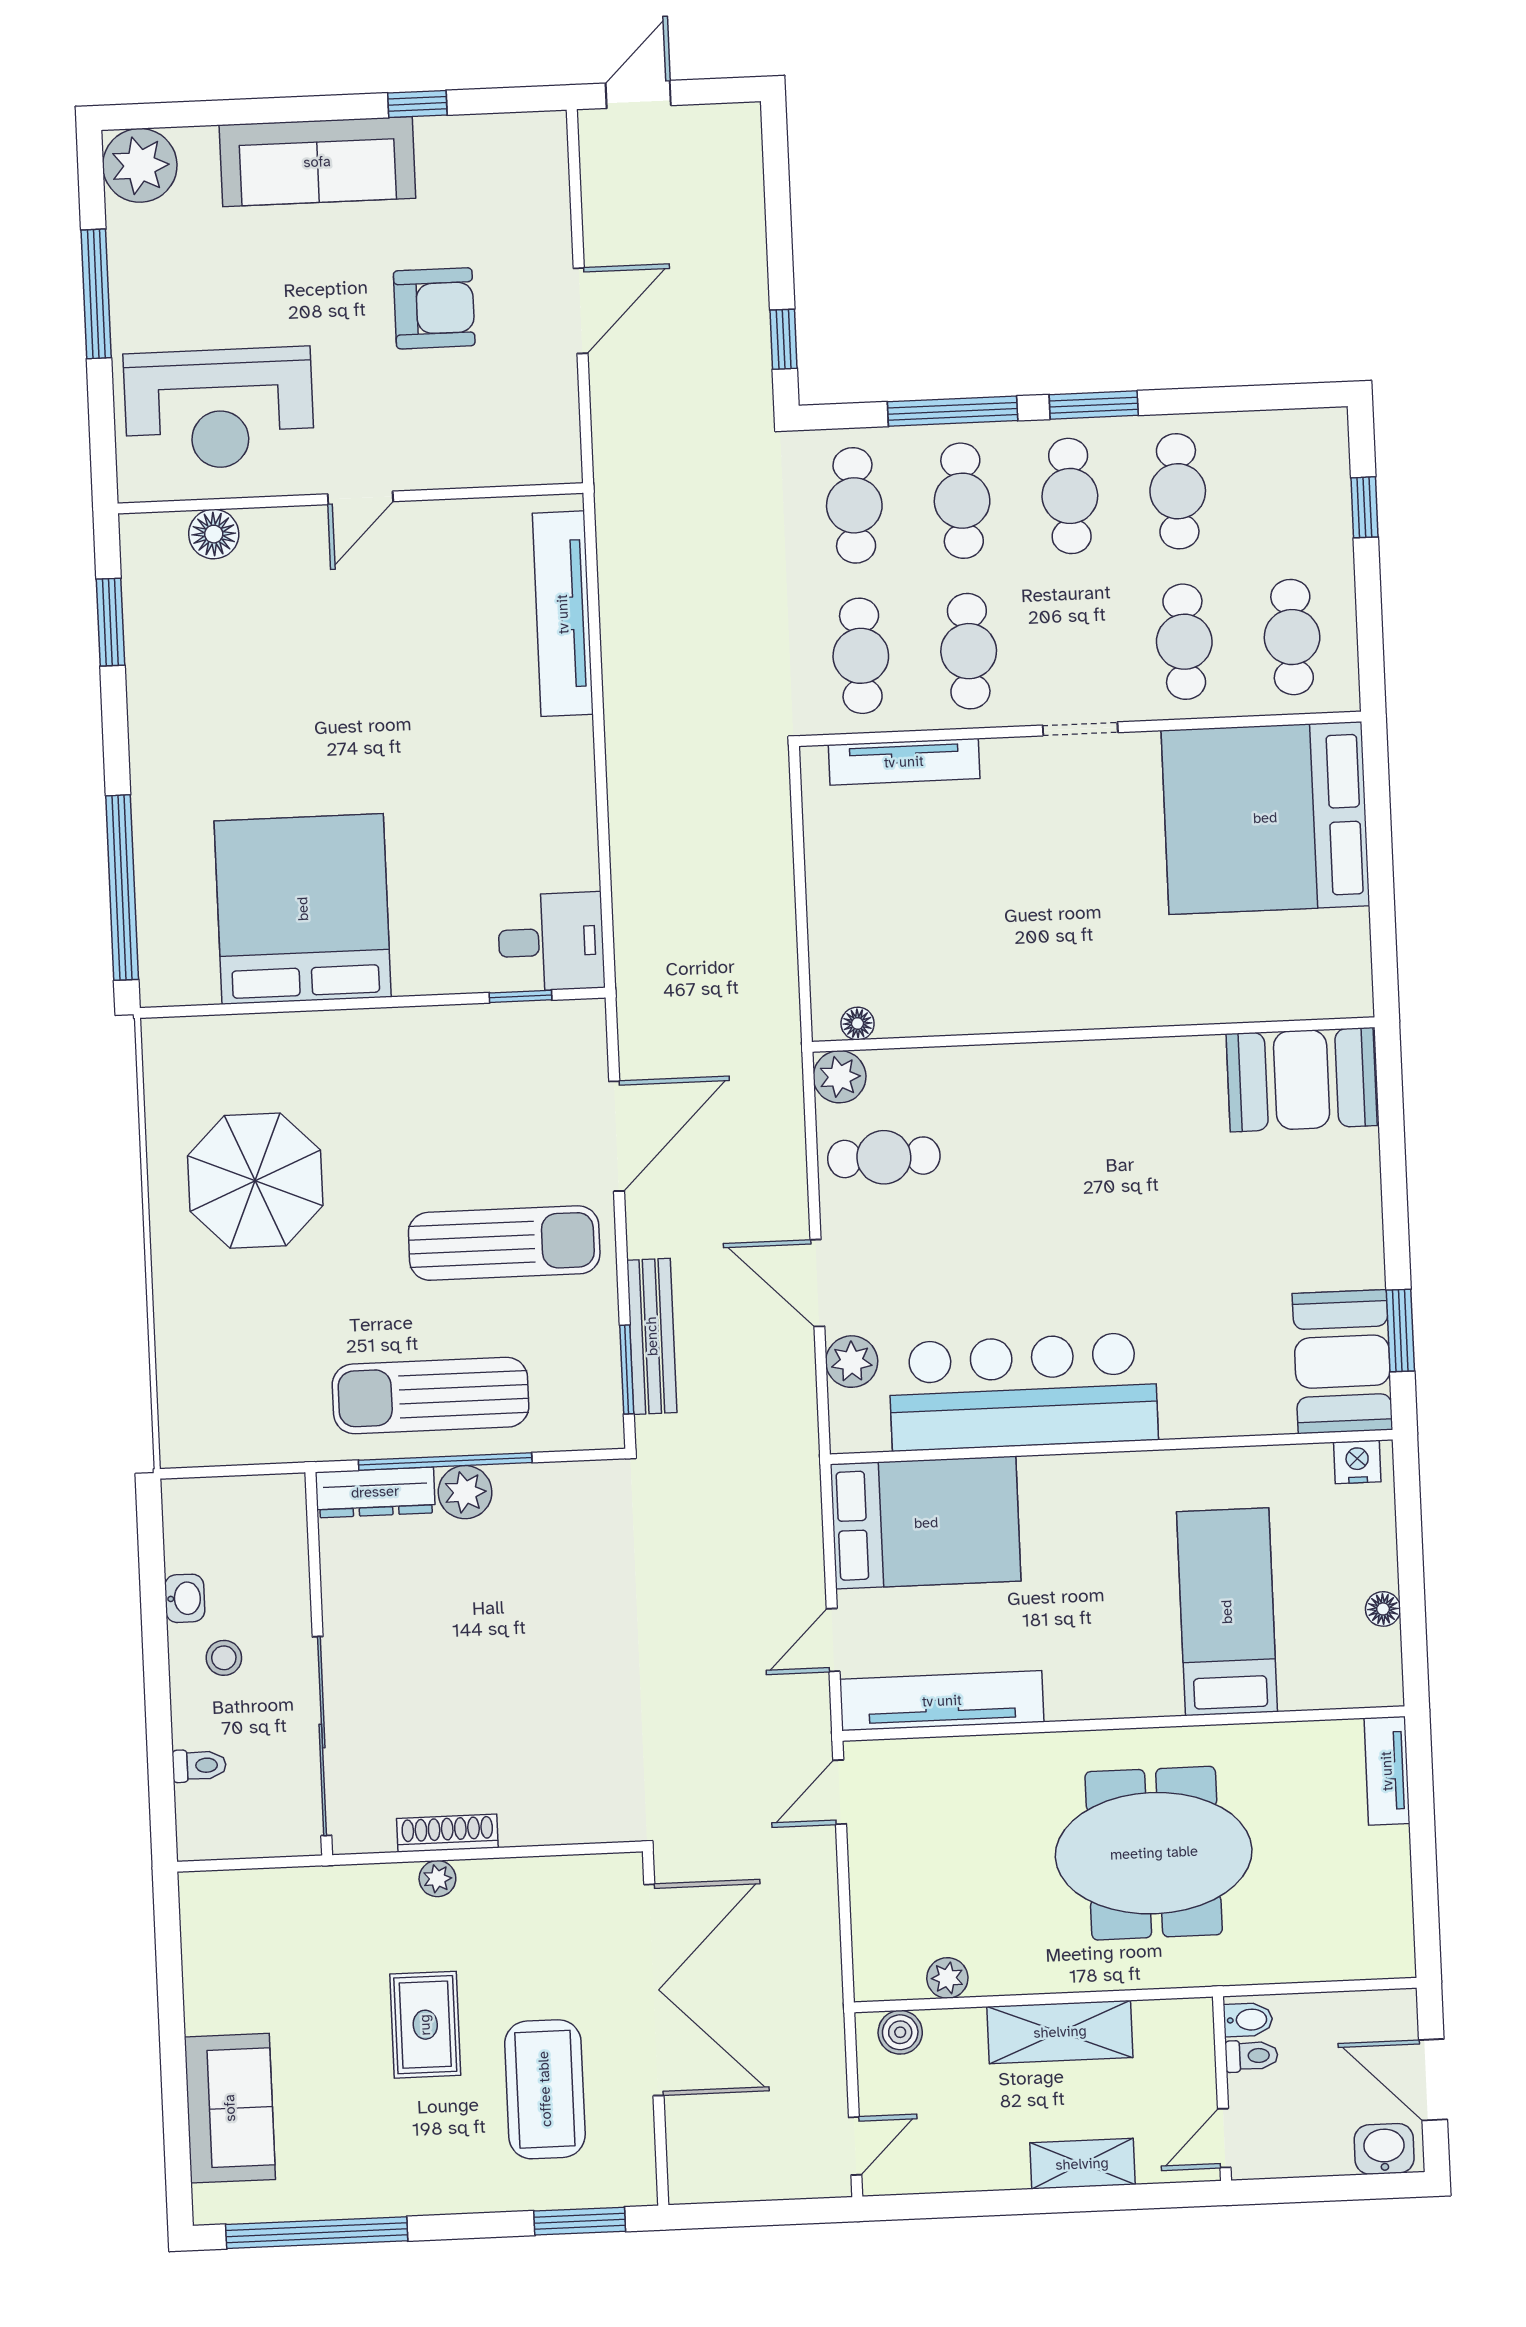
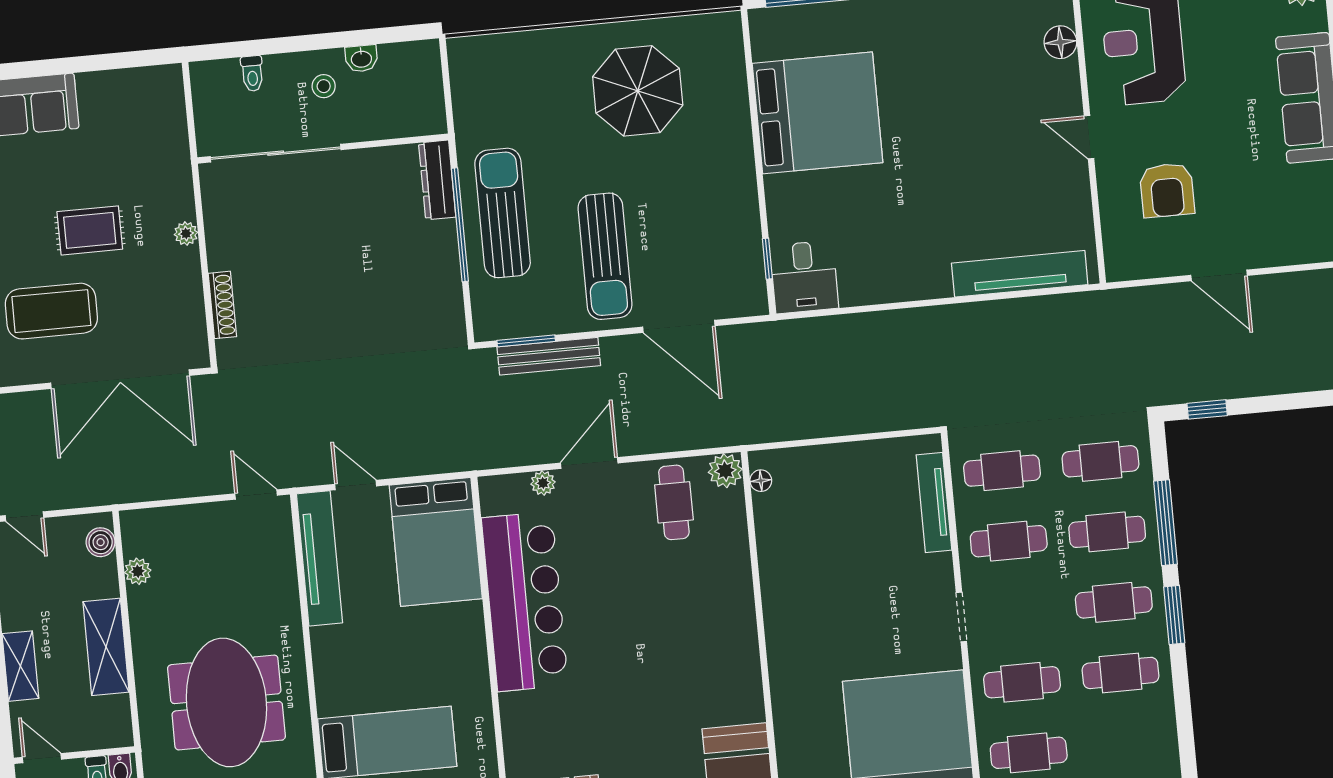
armchair: (434, 308) -> (1167, 190), moved
plant: (852, 1362) -> (543, 483), width x0.73, depth x0.73
plant: (465, 1492) -> (440, 239), removed
shoe rack: (447, 1833) -> (222, 305), moved

